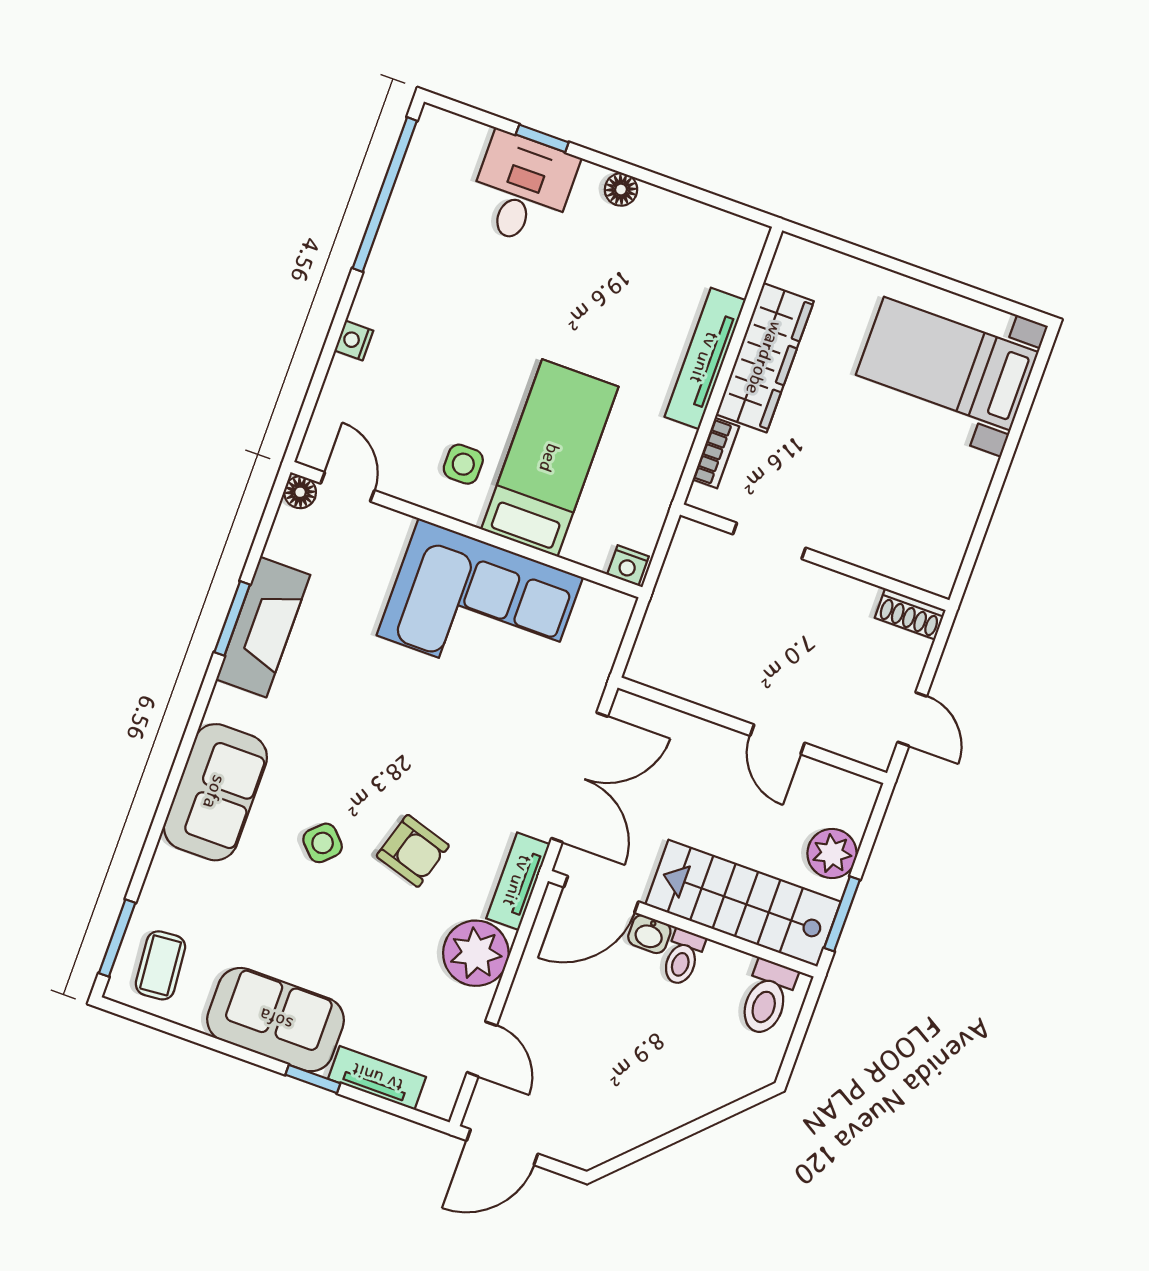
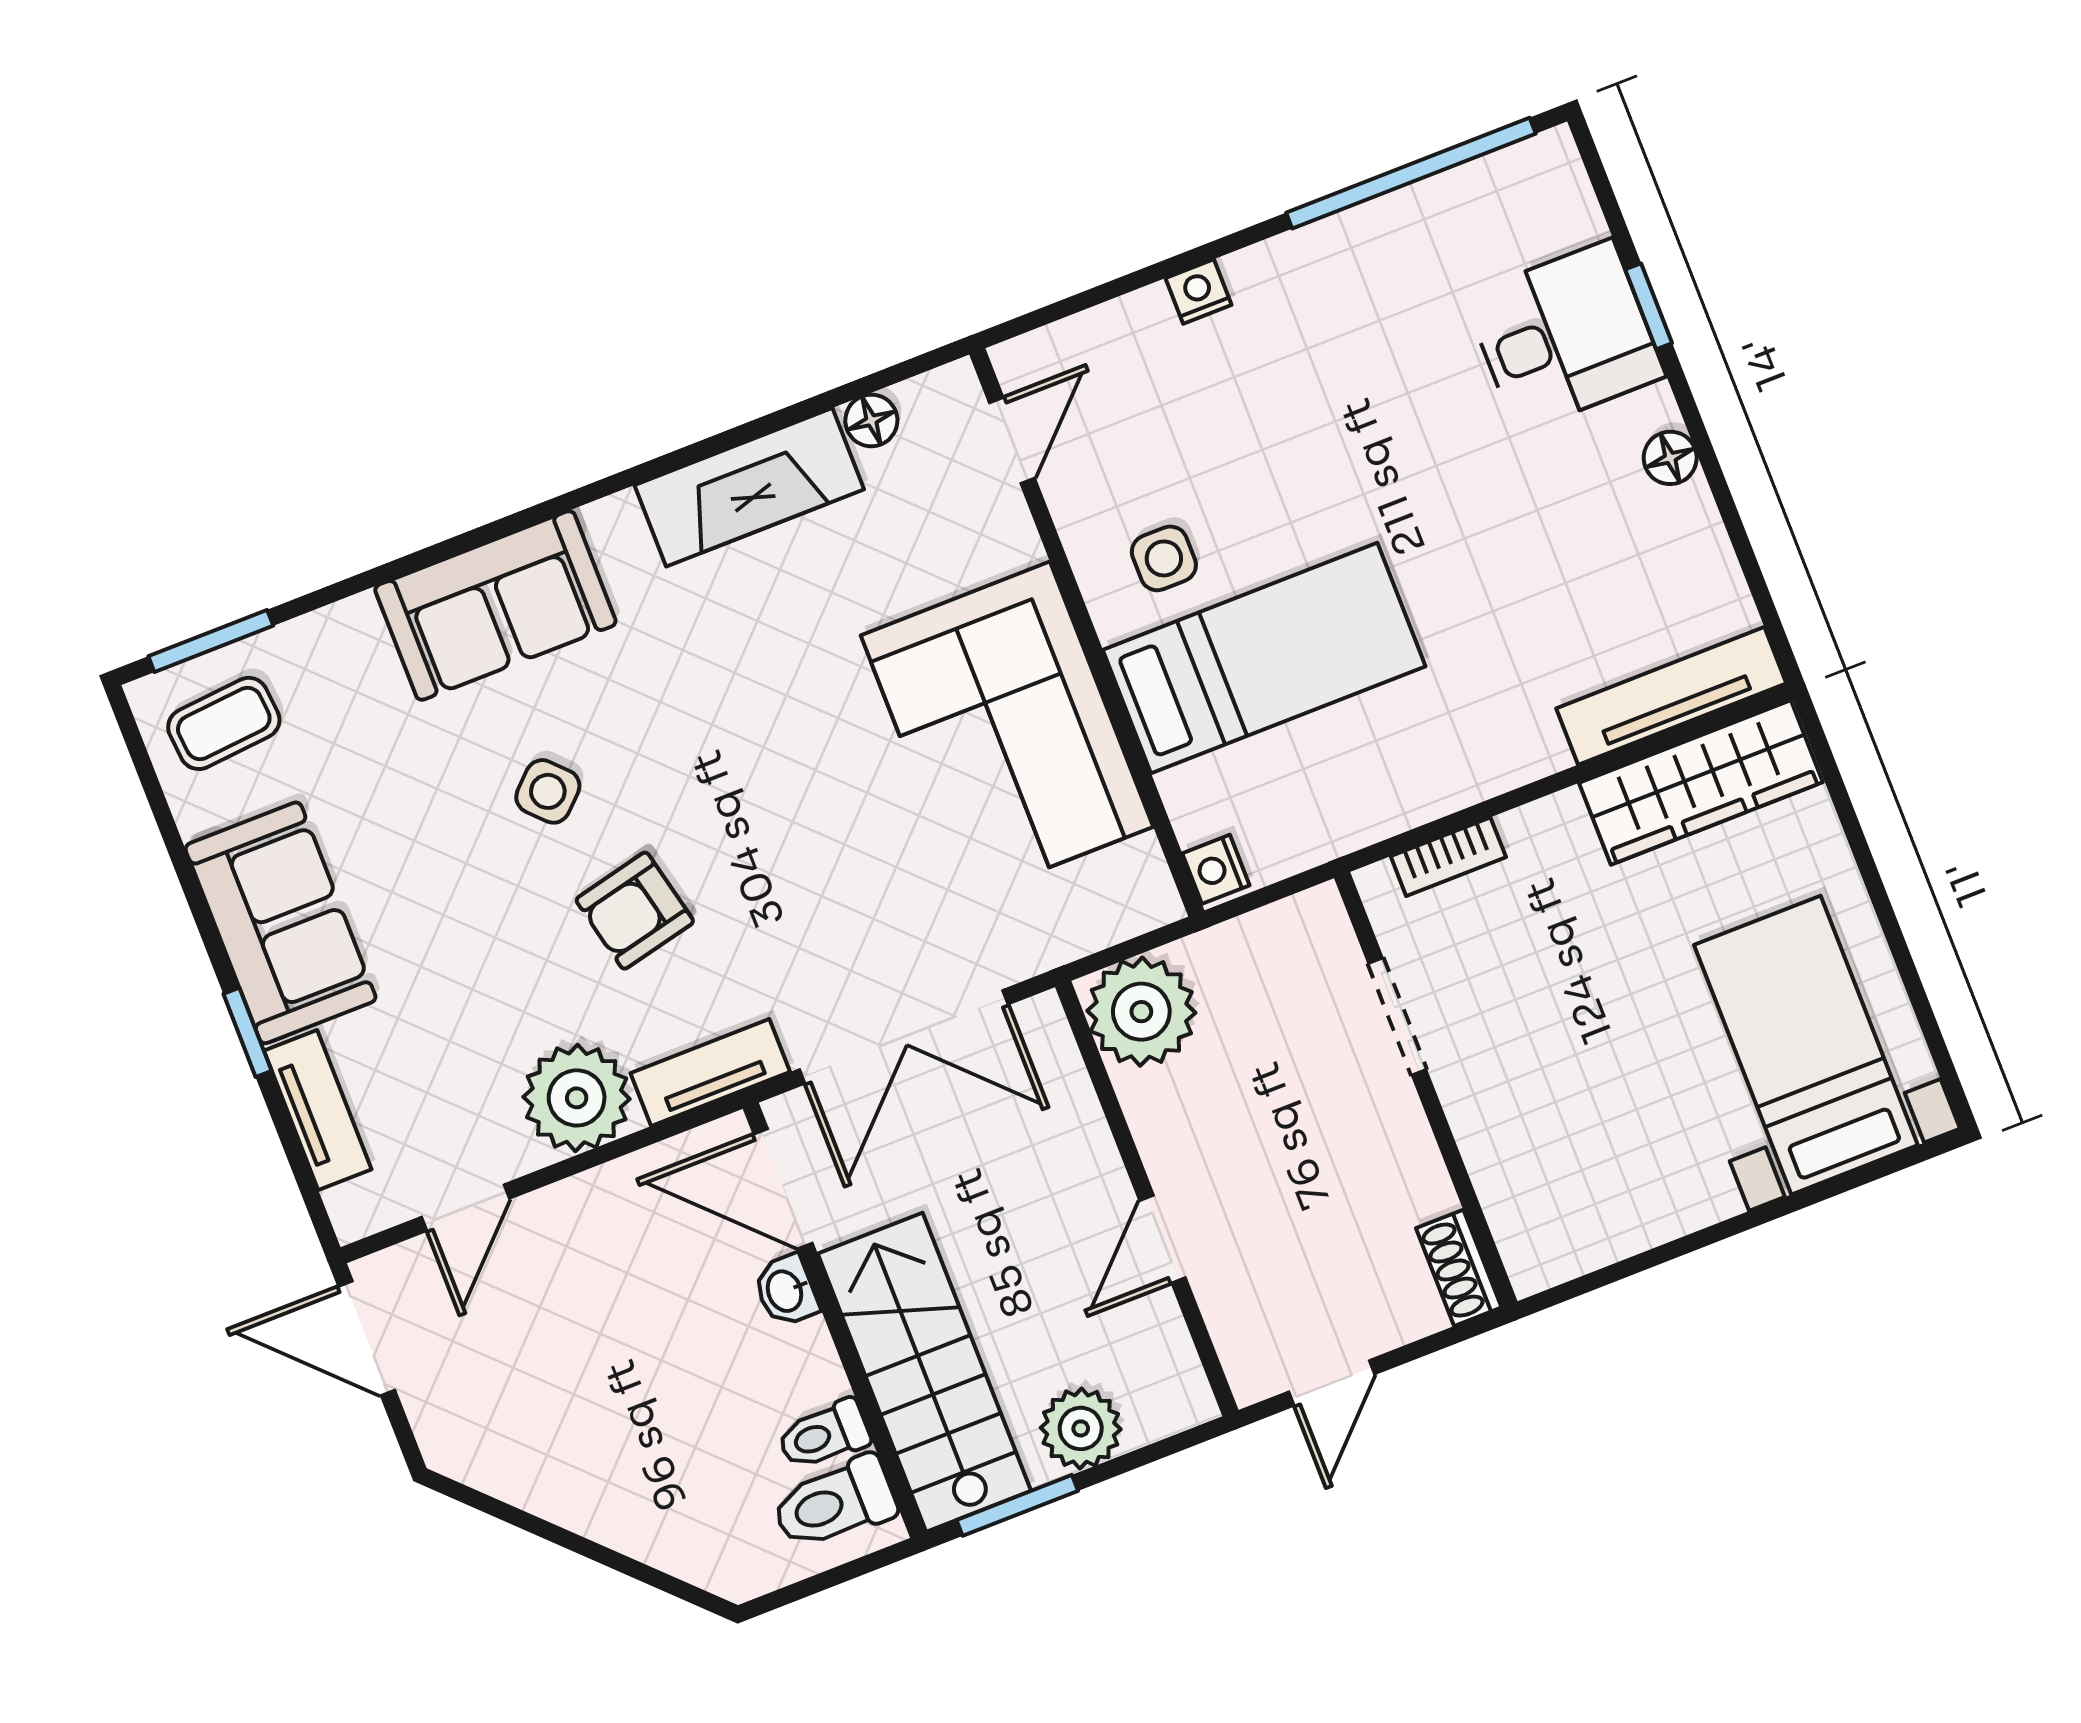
tv unit: (705, 358) -> (1671, 696), moved
wardrobe: (765, 358) -> (1701, 782), moved
floor lamp: (300, 492) -> (871, 420), moved
window: (232, 618) -> (727, 440), removed
plant: (664, 657) -> (1141, 1012), added
armchair: (413, 851) -> (635, 911), turned 60
toilet: (683, 957) -> (824, 1435), moved

